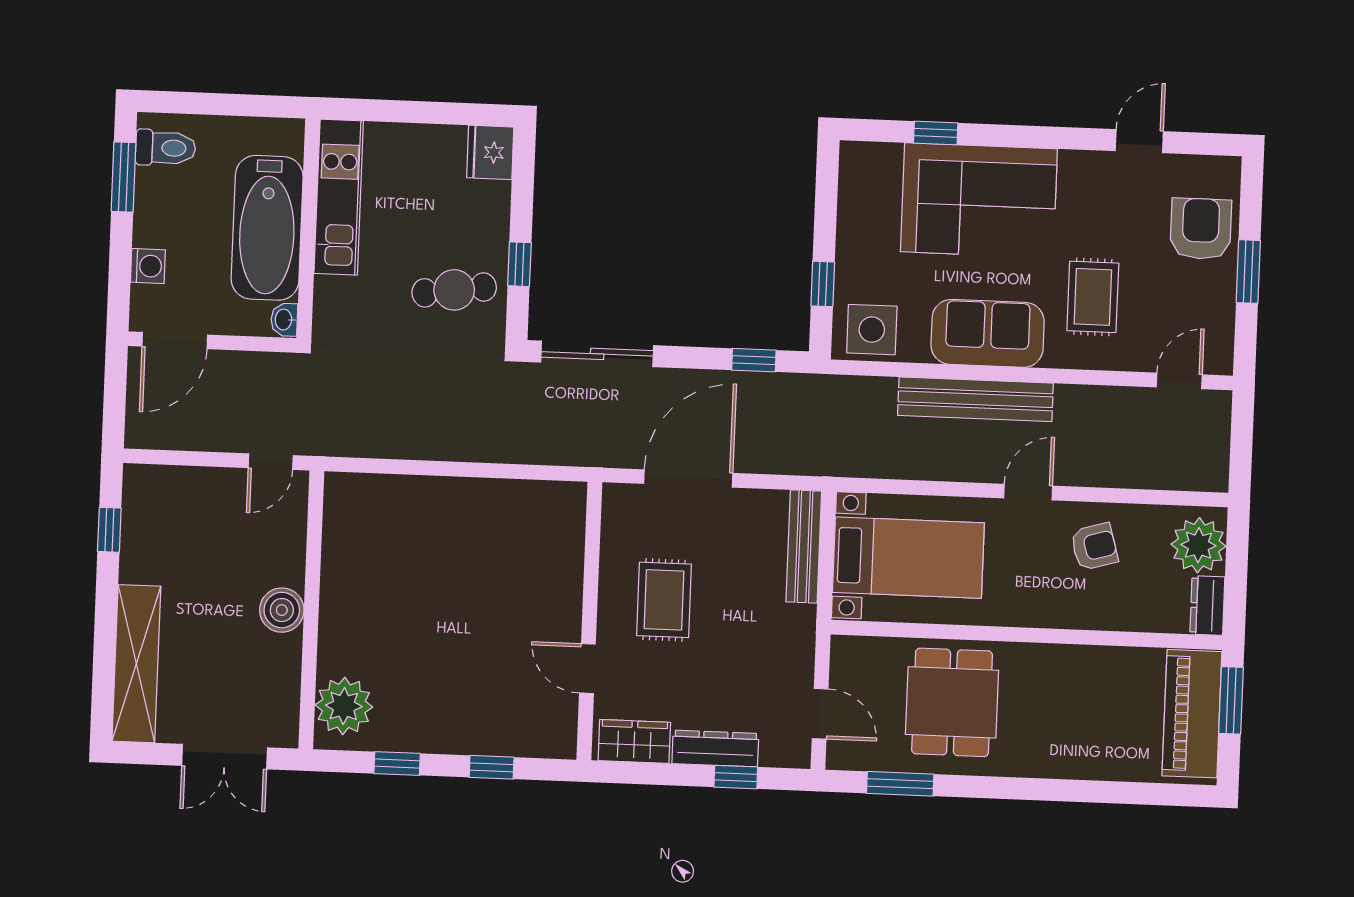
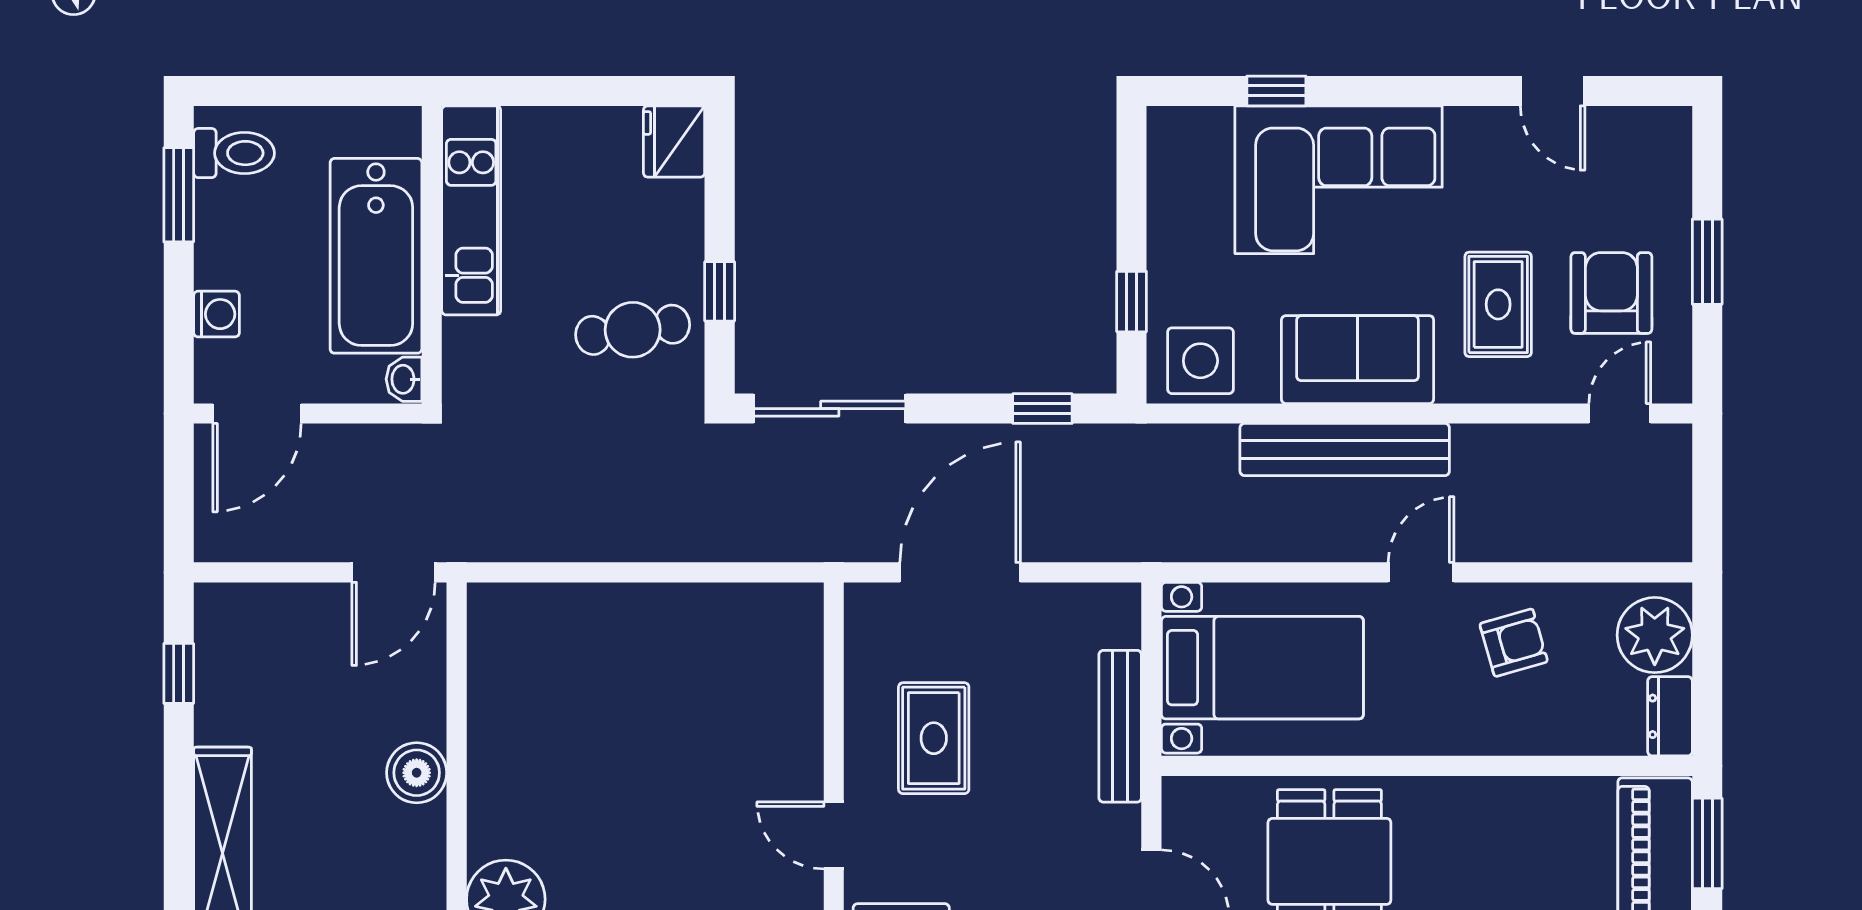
door: (1139, 141) -> (1553, 91), swing flipped
armchair: (1201, 229) -> (1611, 293), moved
door: (271, 462) -> (394, 572), width x1.38
bench: (804, 546) -> (1120, 726), moved

